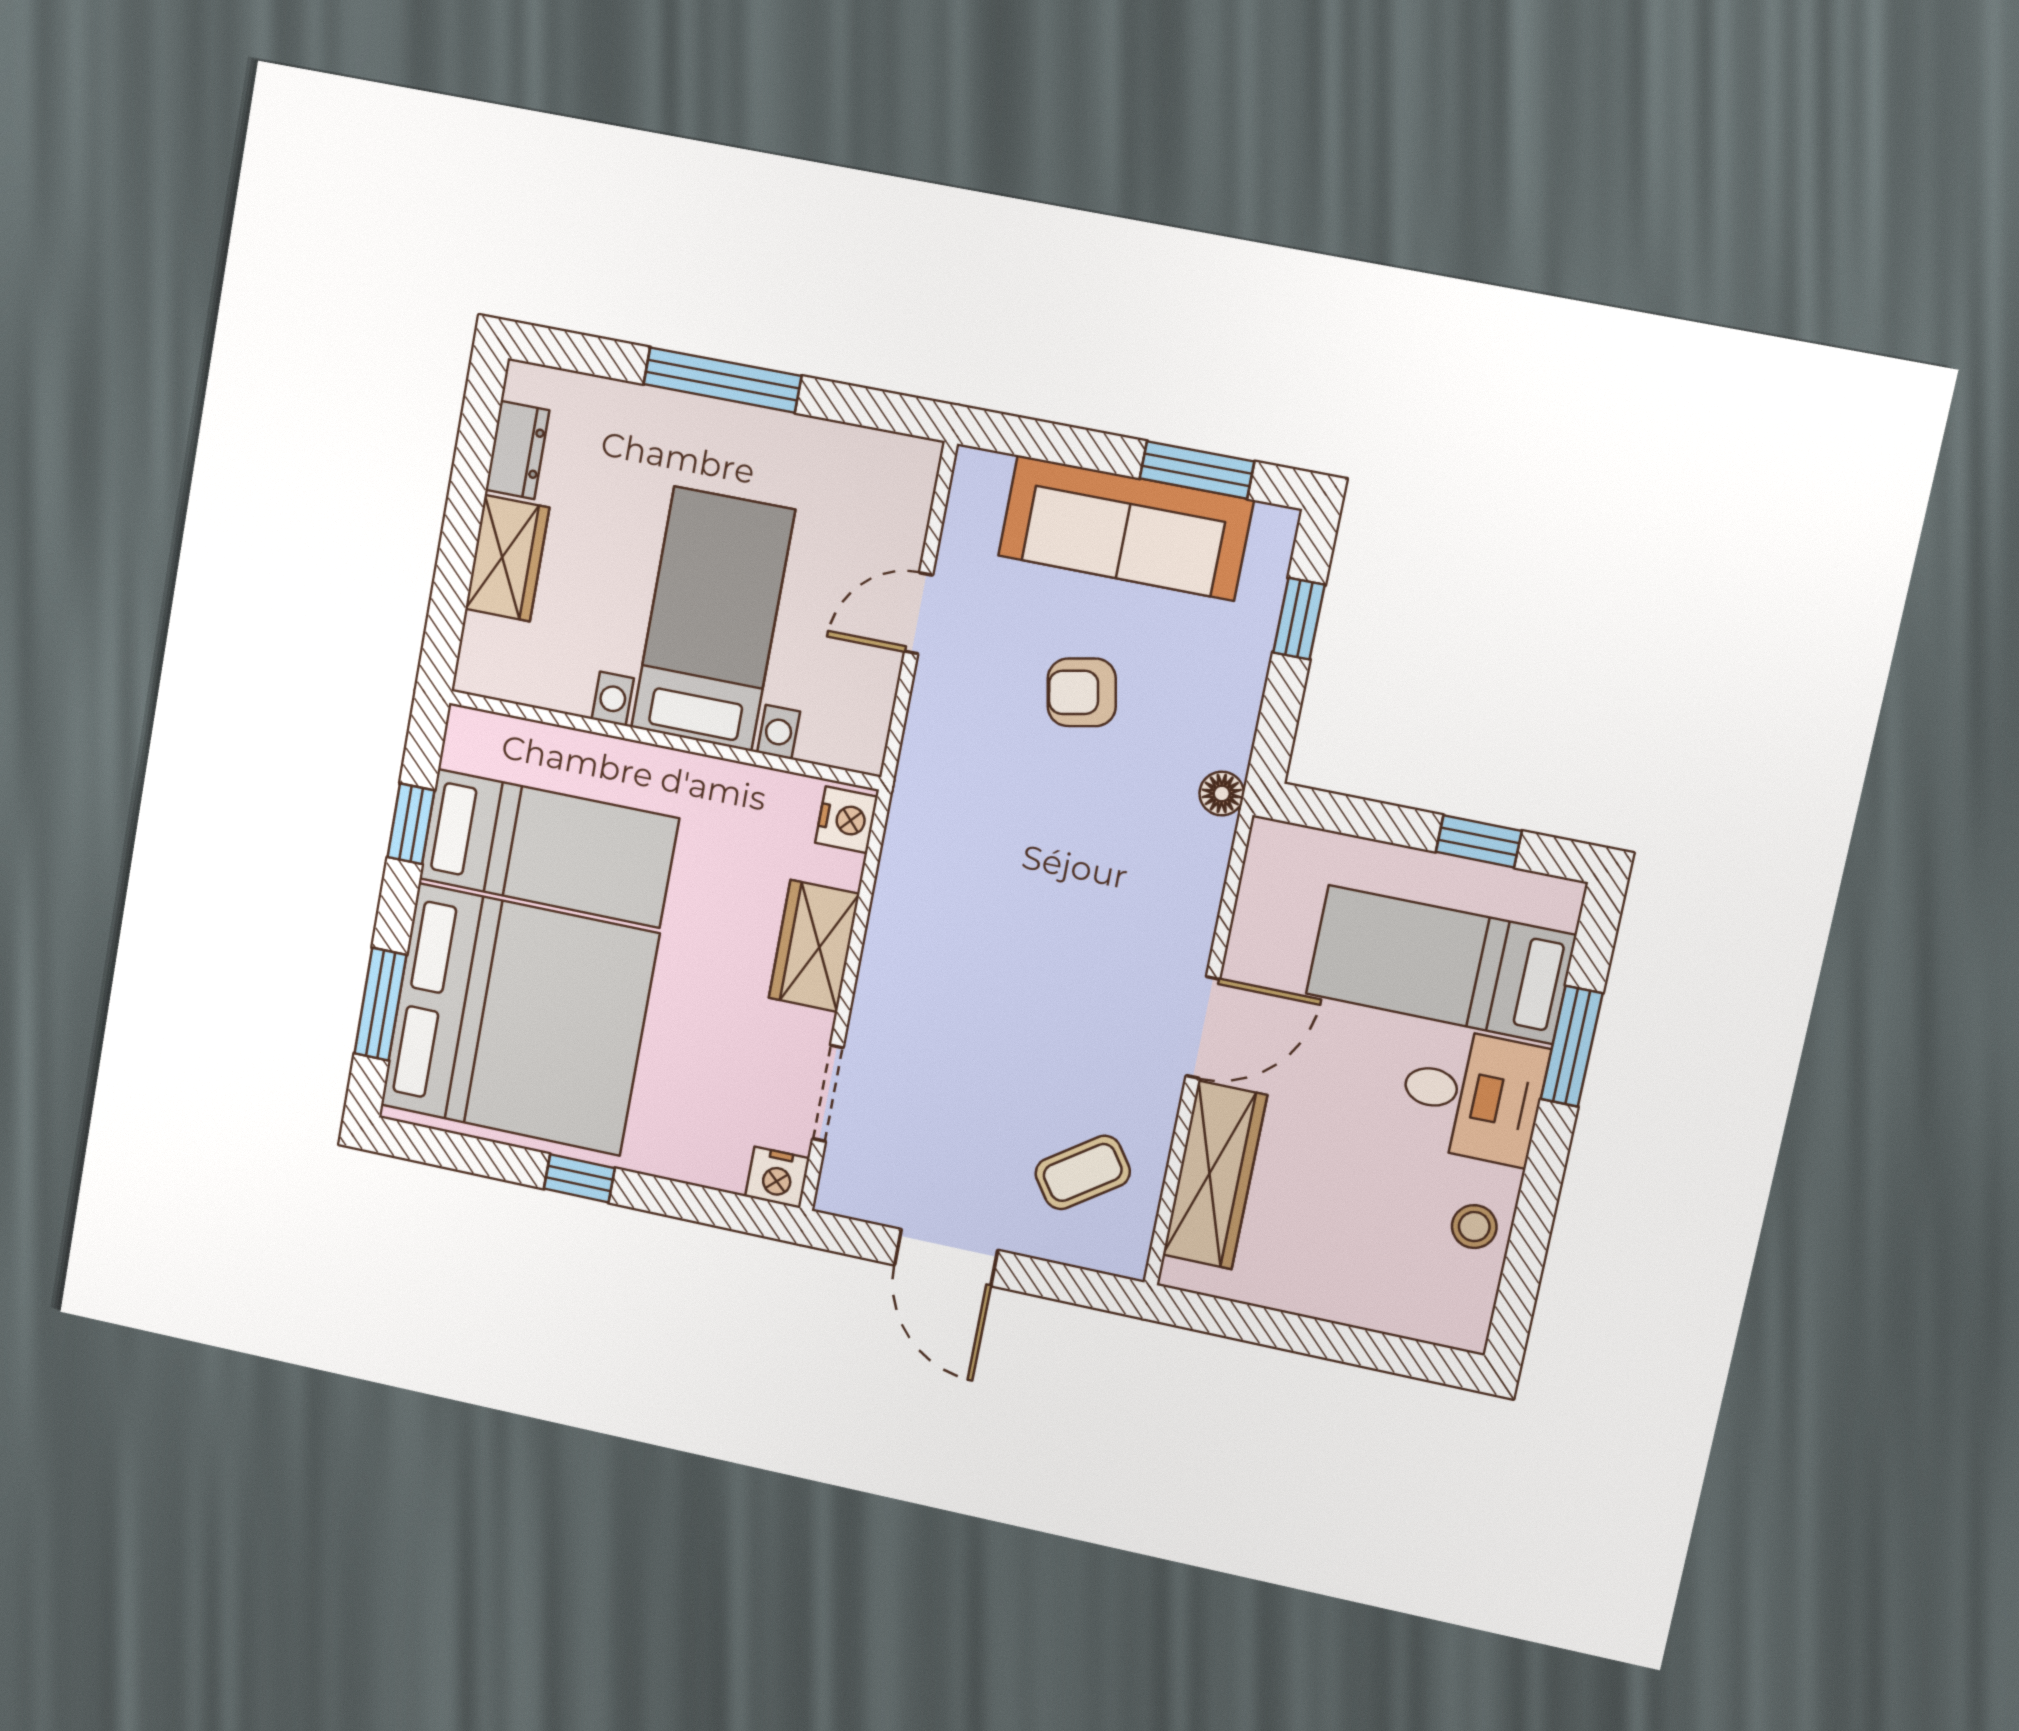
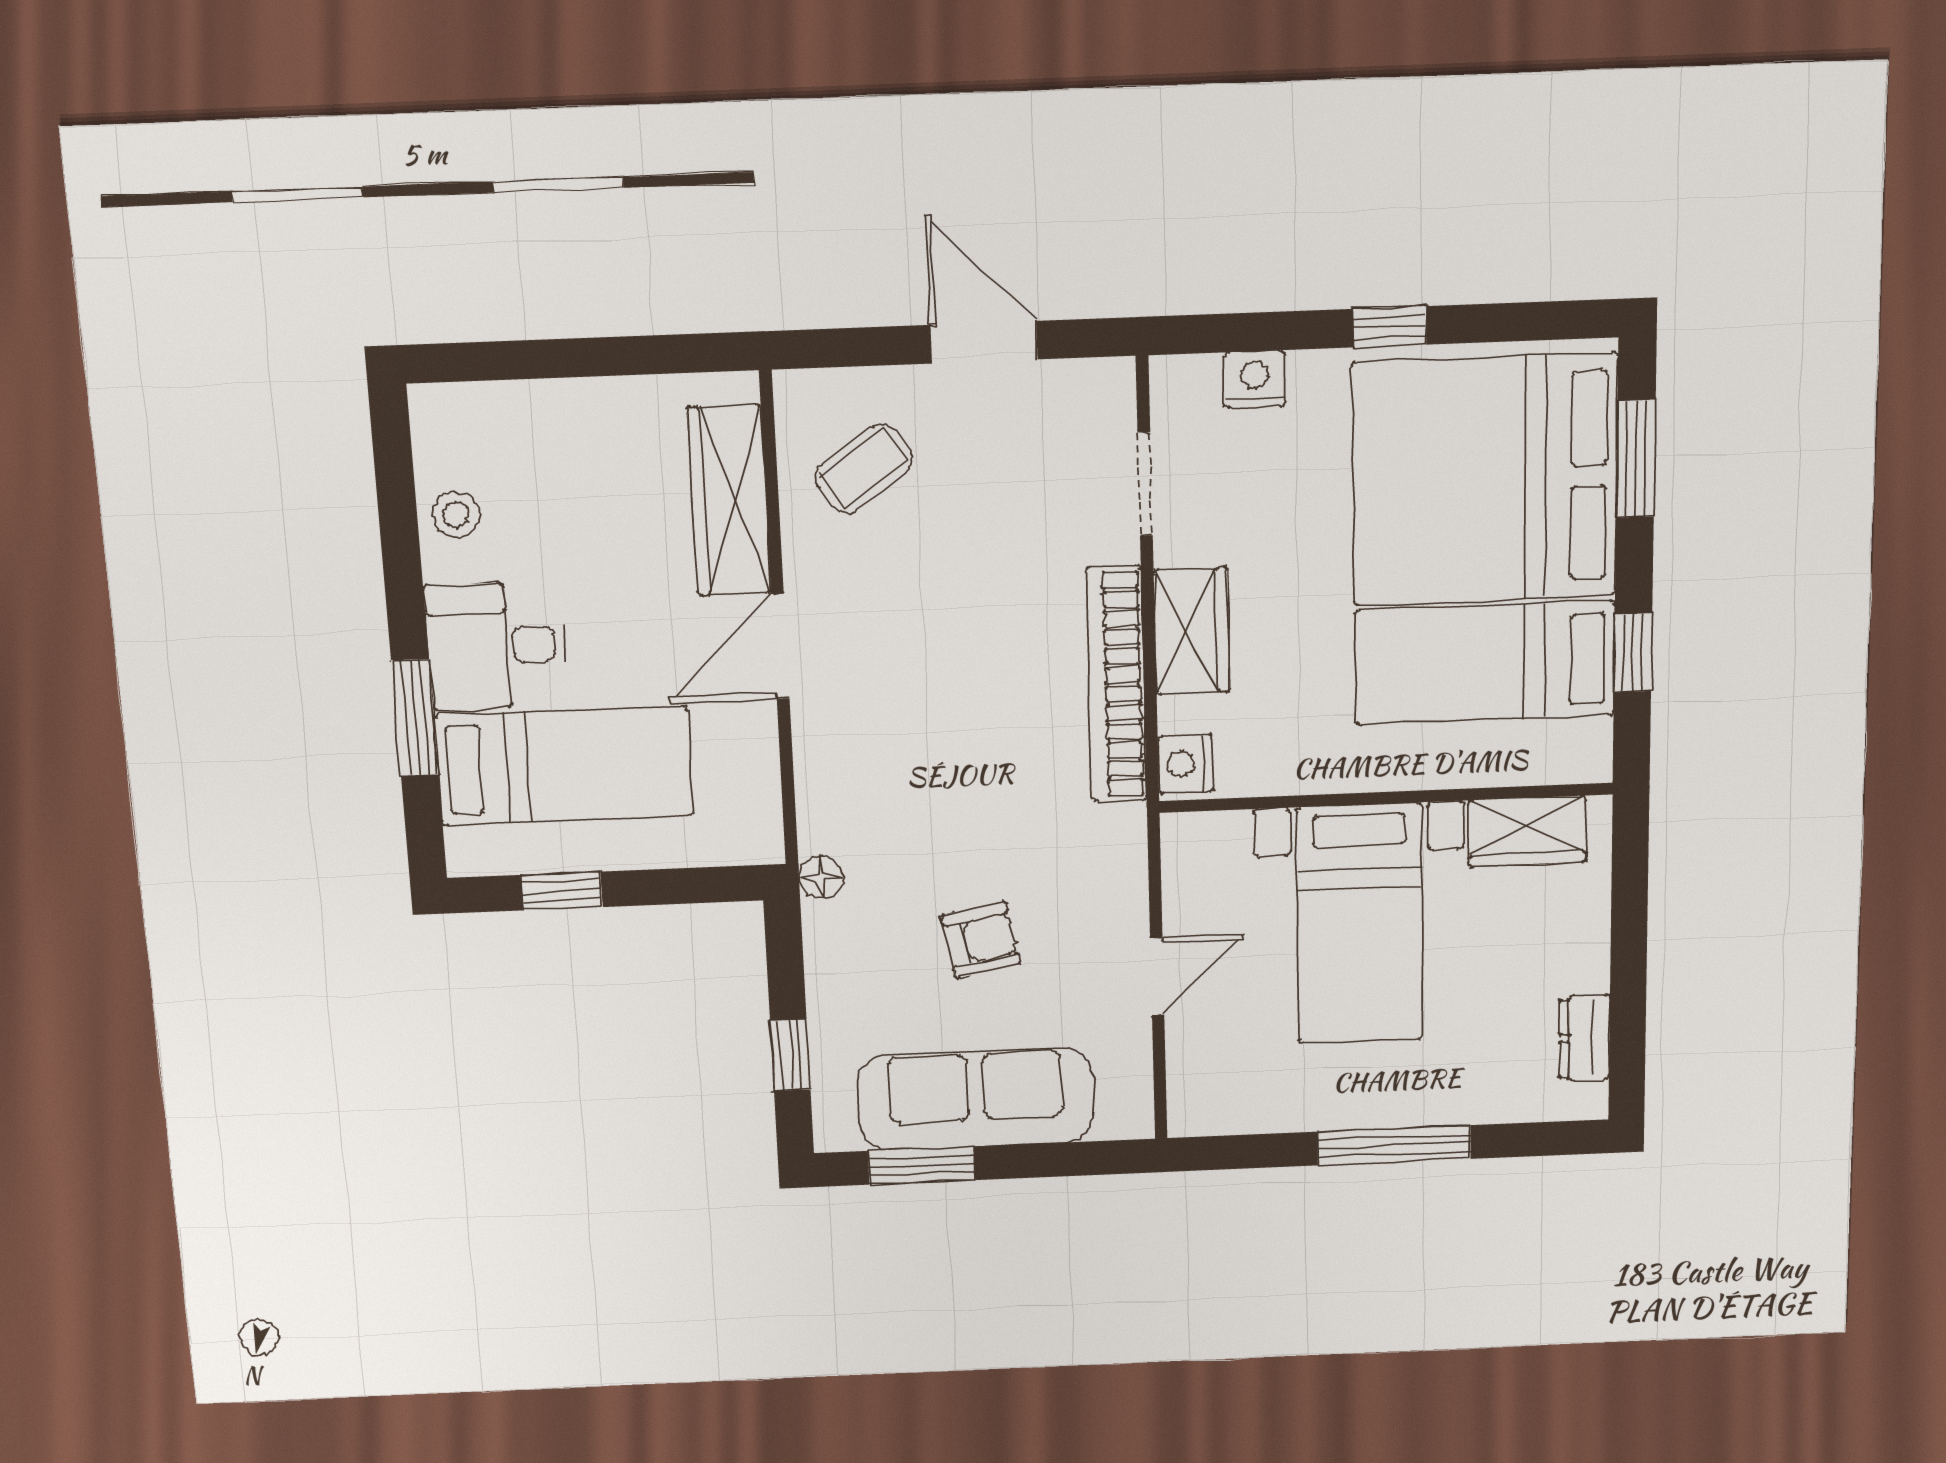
wardrobe: (507, 558) -> (1527, 831), moved, turned -90
bookcase: (895, 912) -> (1117, 685), added
nightstand: (777, 1177) -> (1255, 379), moved

